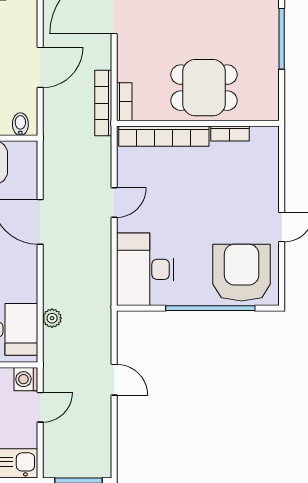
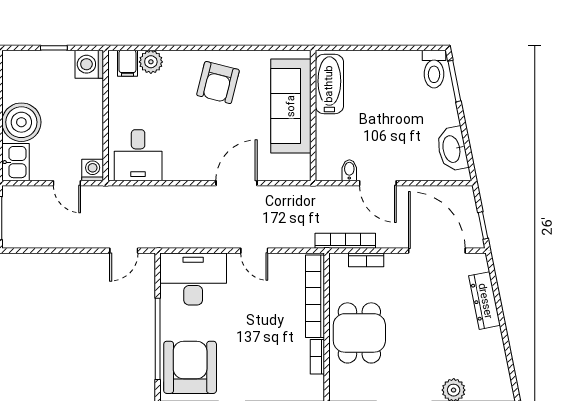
bookcase: (124, 102) -> (366, 260), moved
bidet: (20, 124) -> (349, 170), moved, turned -90
armchair: (242, 273) -> (190, 367), turned -90
plant: (52, 318) -> (148, 194), removed
door: (114, 380) -> (124, 251), moved

